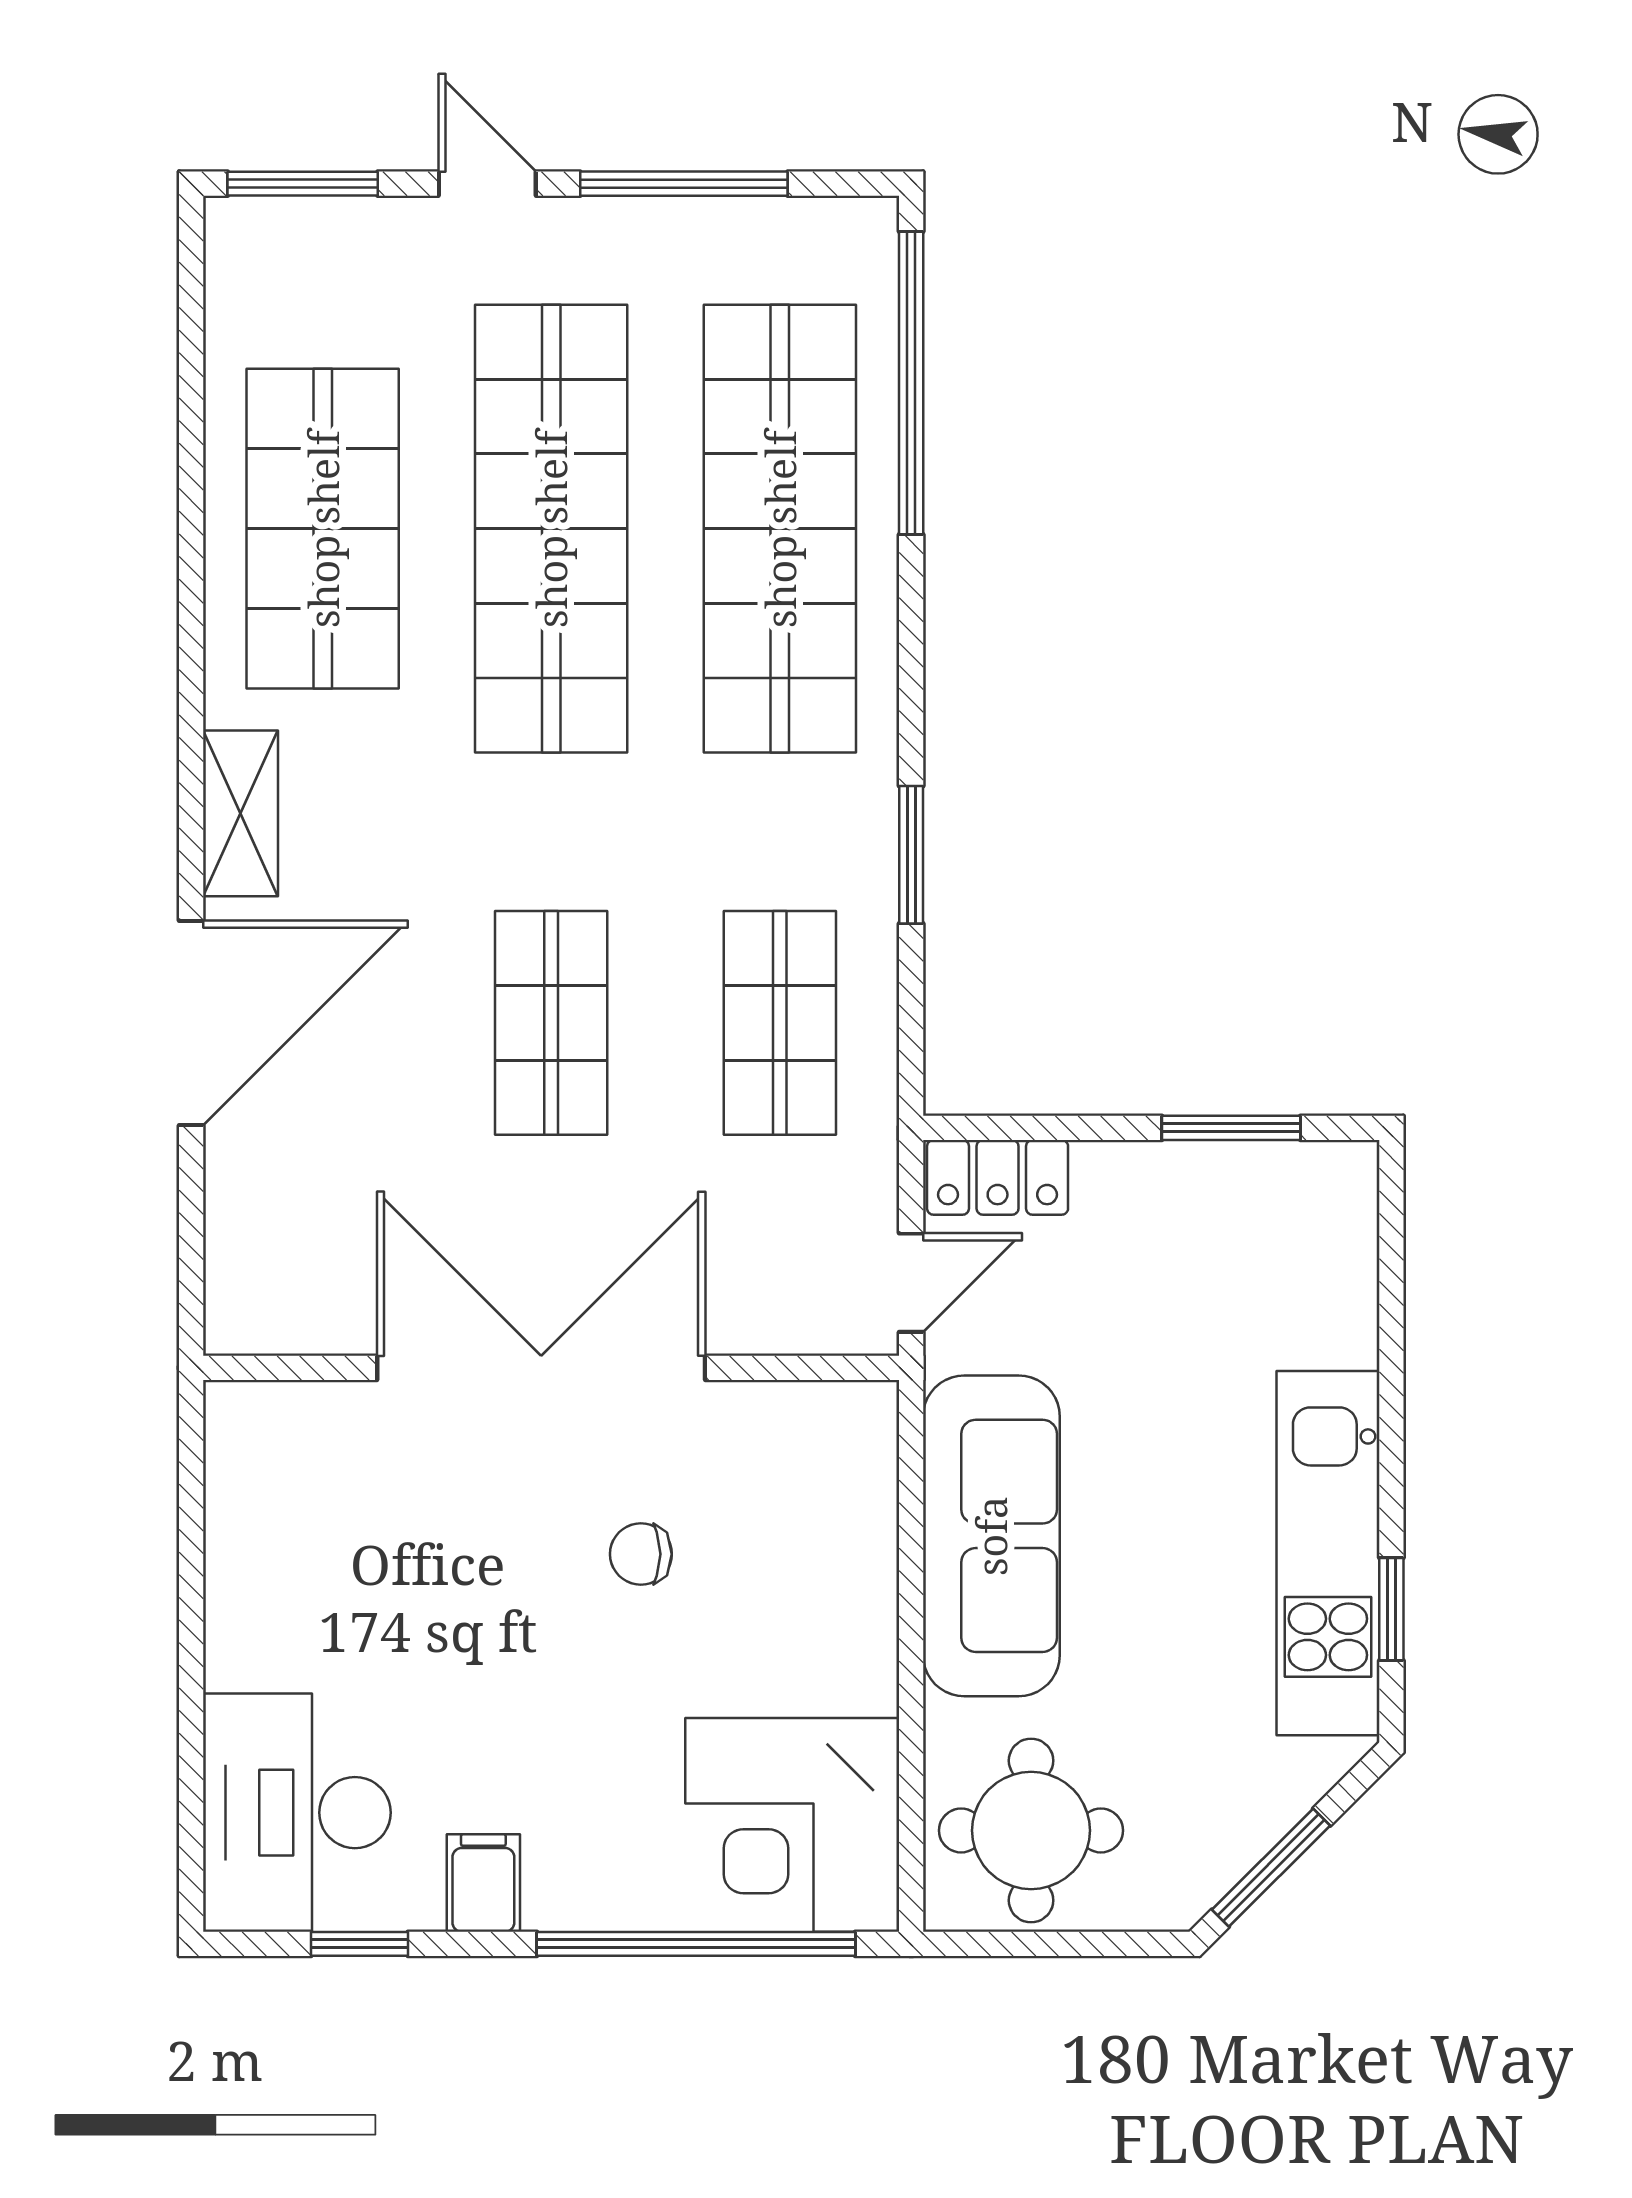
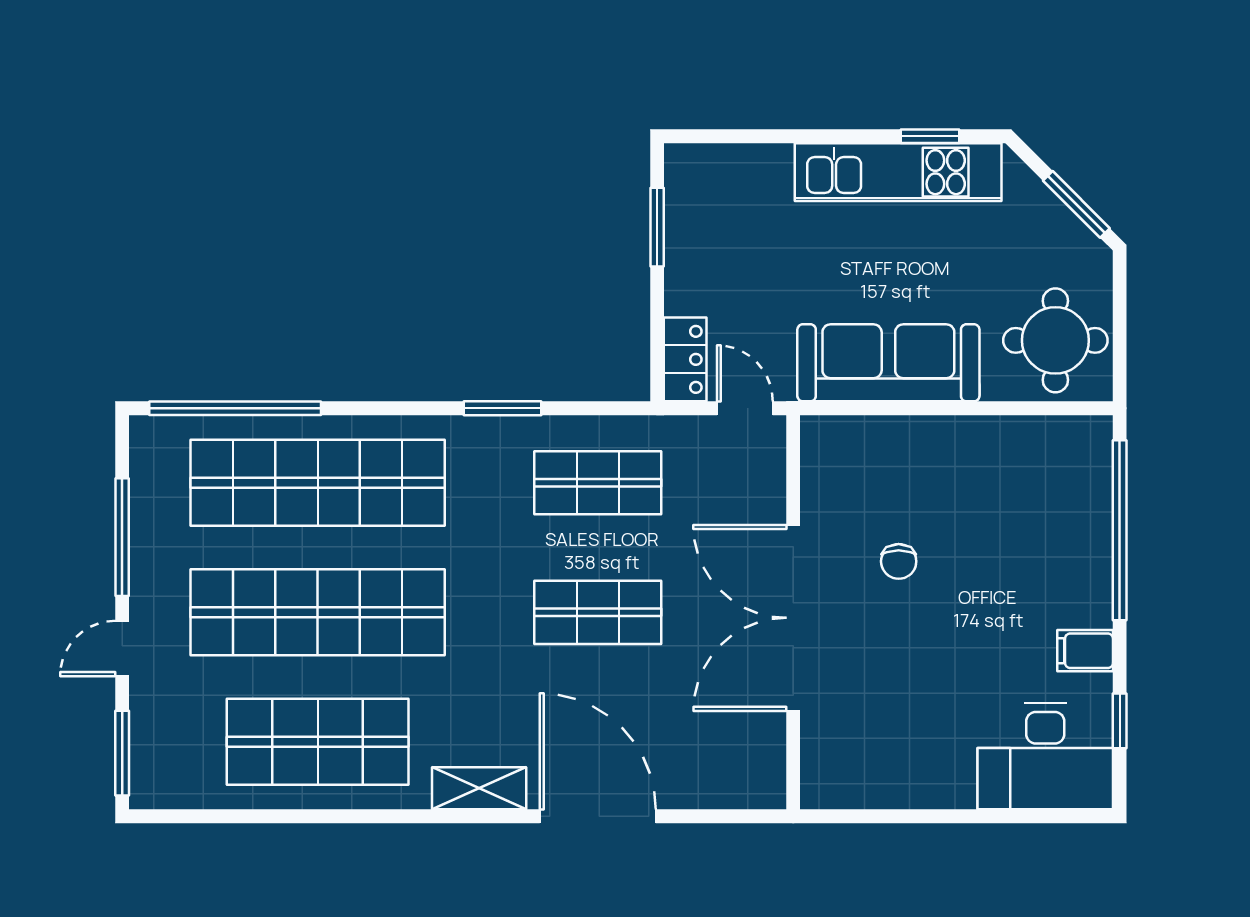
corner desk: (792, 1825) -> (1052, 476), removed

